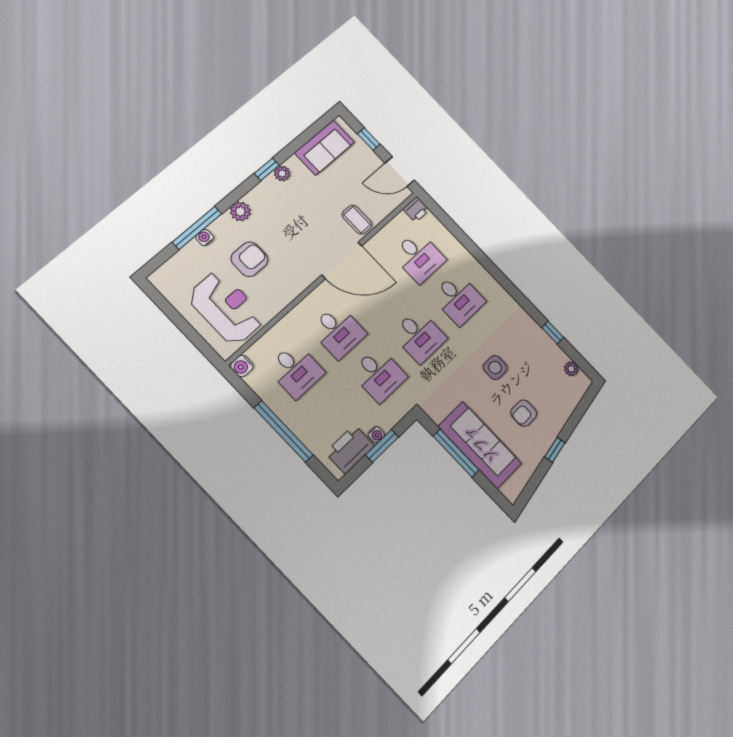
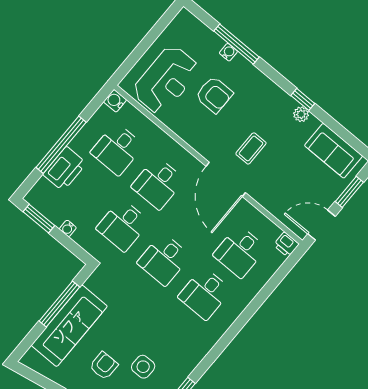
window: (369, 139) -> (349, 192), width x1.50
door: (400, 172) -> (322, 225), hinge flipped
plant: (240, 211) -> (258, 81), removed
coffee table: (357, 220) -> (251, 148), moved
side table: (495, 368) -> (143, 367), moved
armchair: (524, 413) -> (104, 366), turned 90
window: (382, 446) -> (39, 219), moved
printer: (350, 449) -> (65, 169), moved, turned 90

